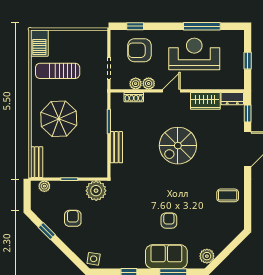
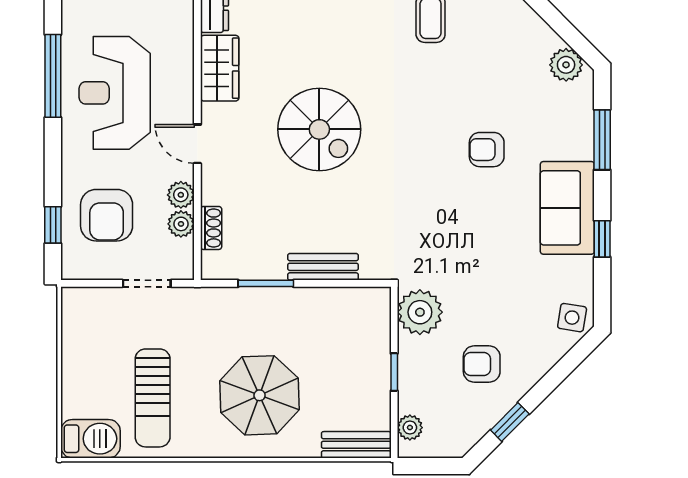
sofa: (166, 257) -> (567, 208), moved

